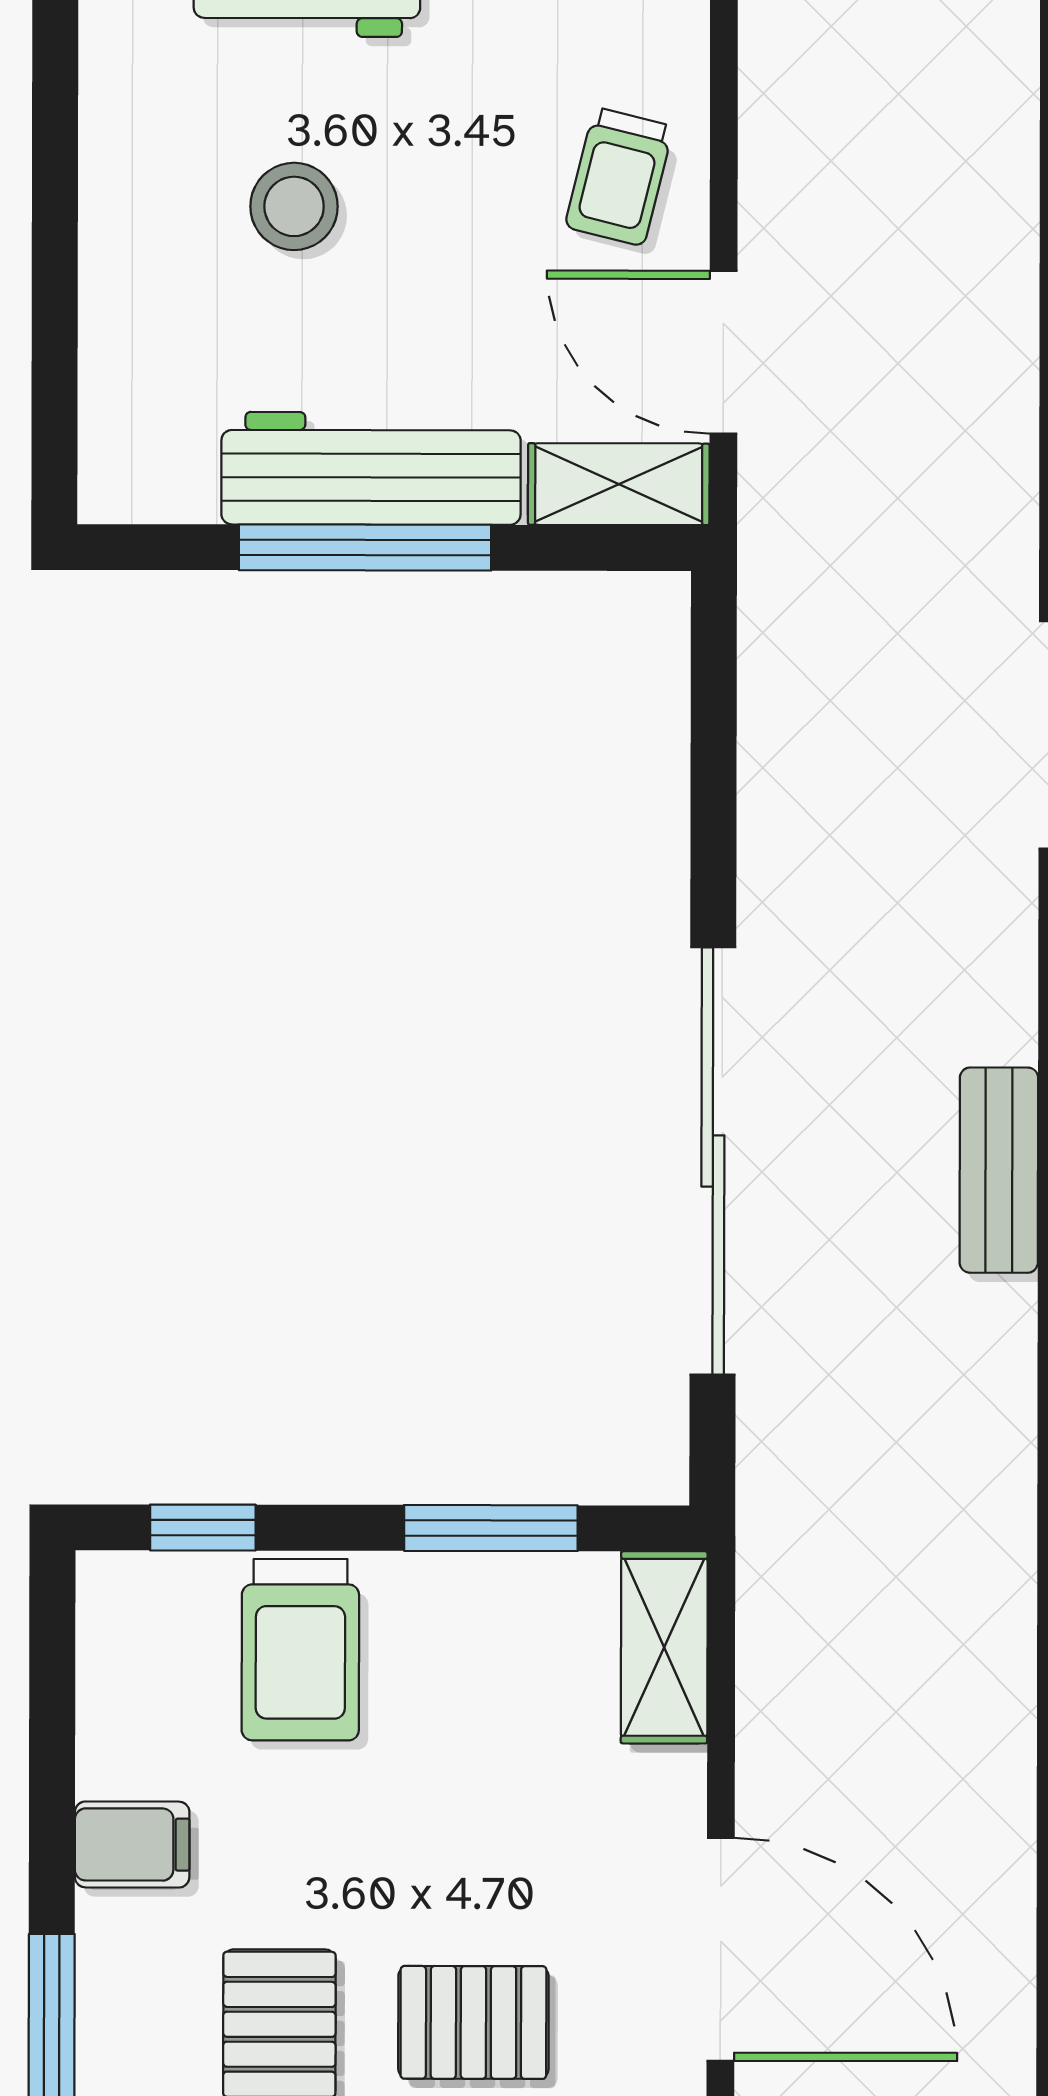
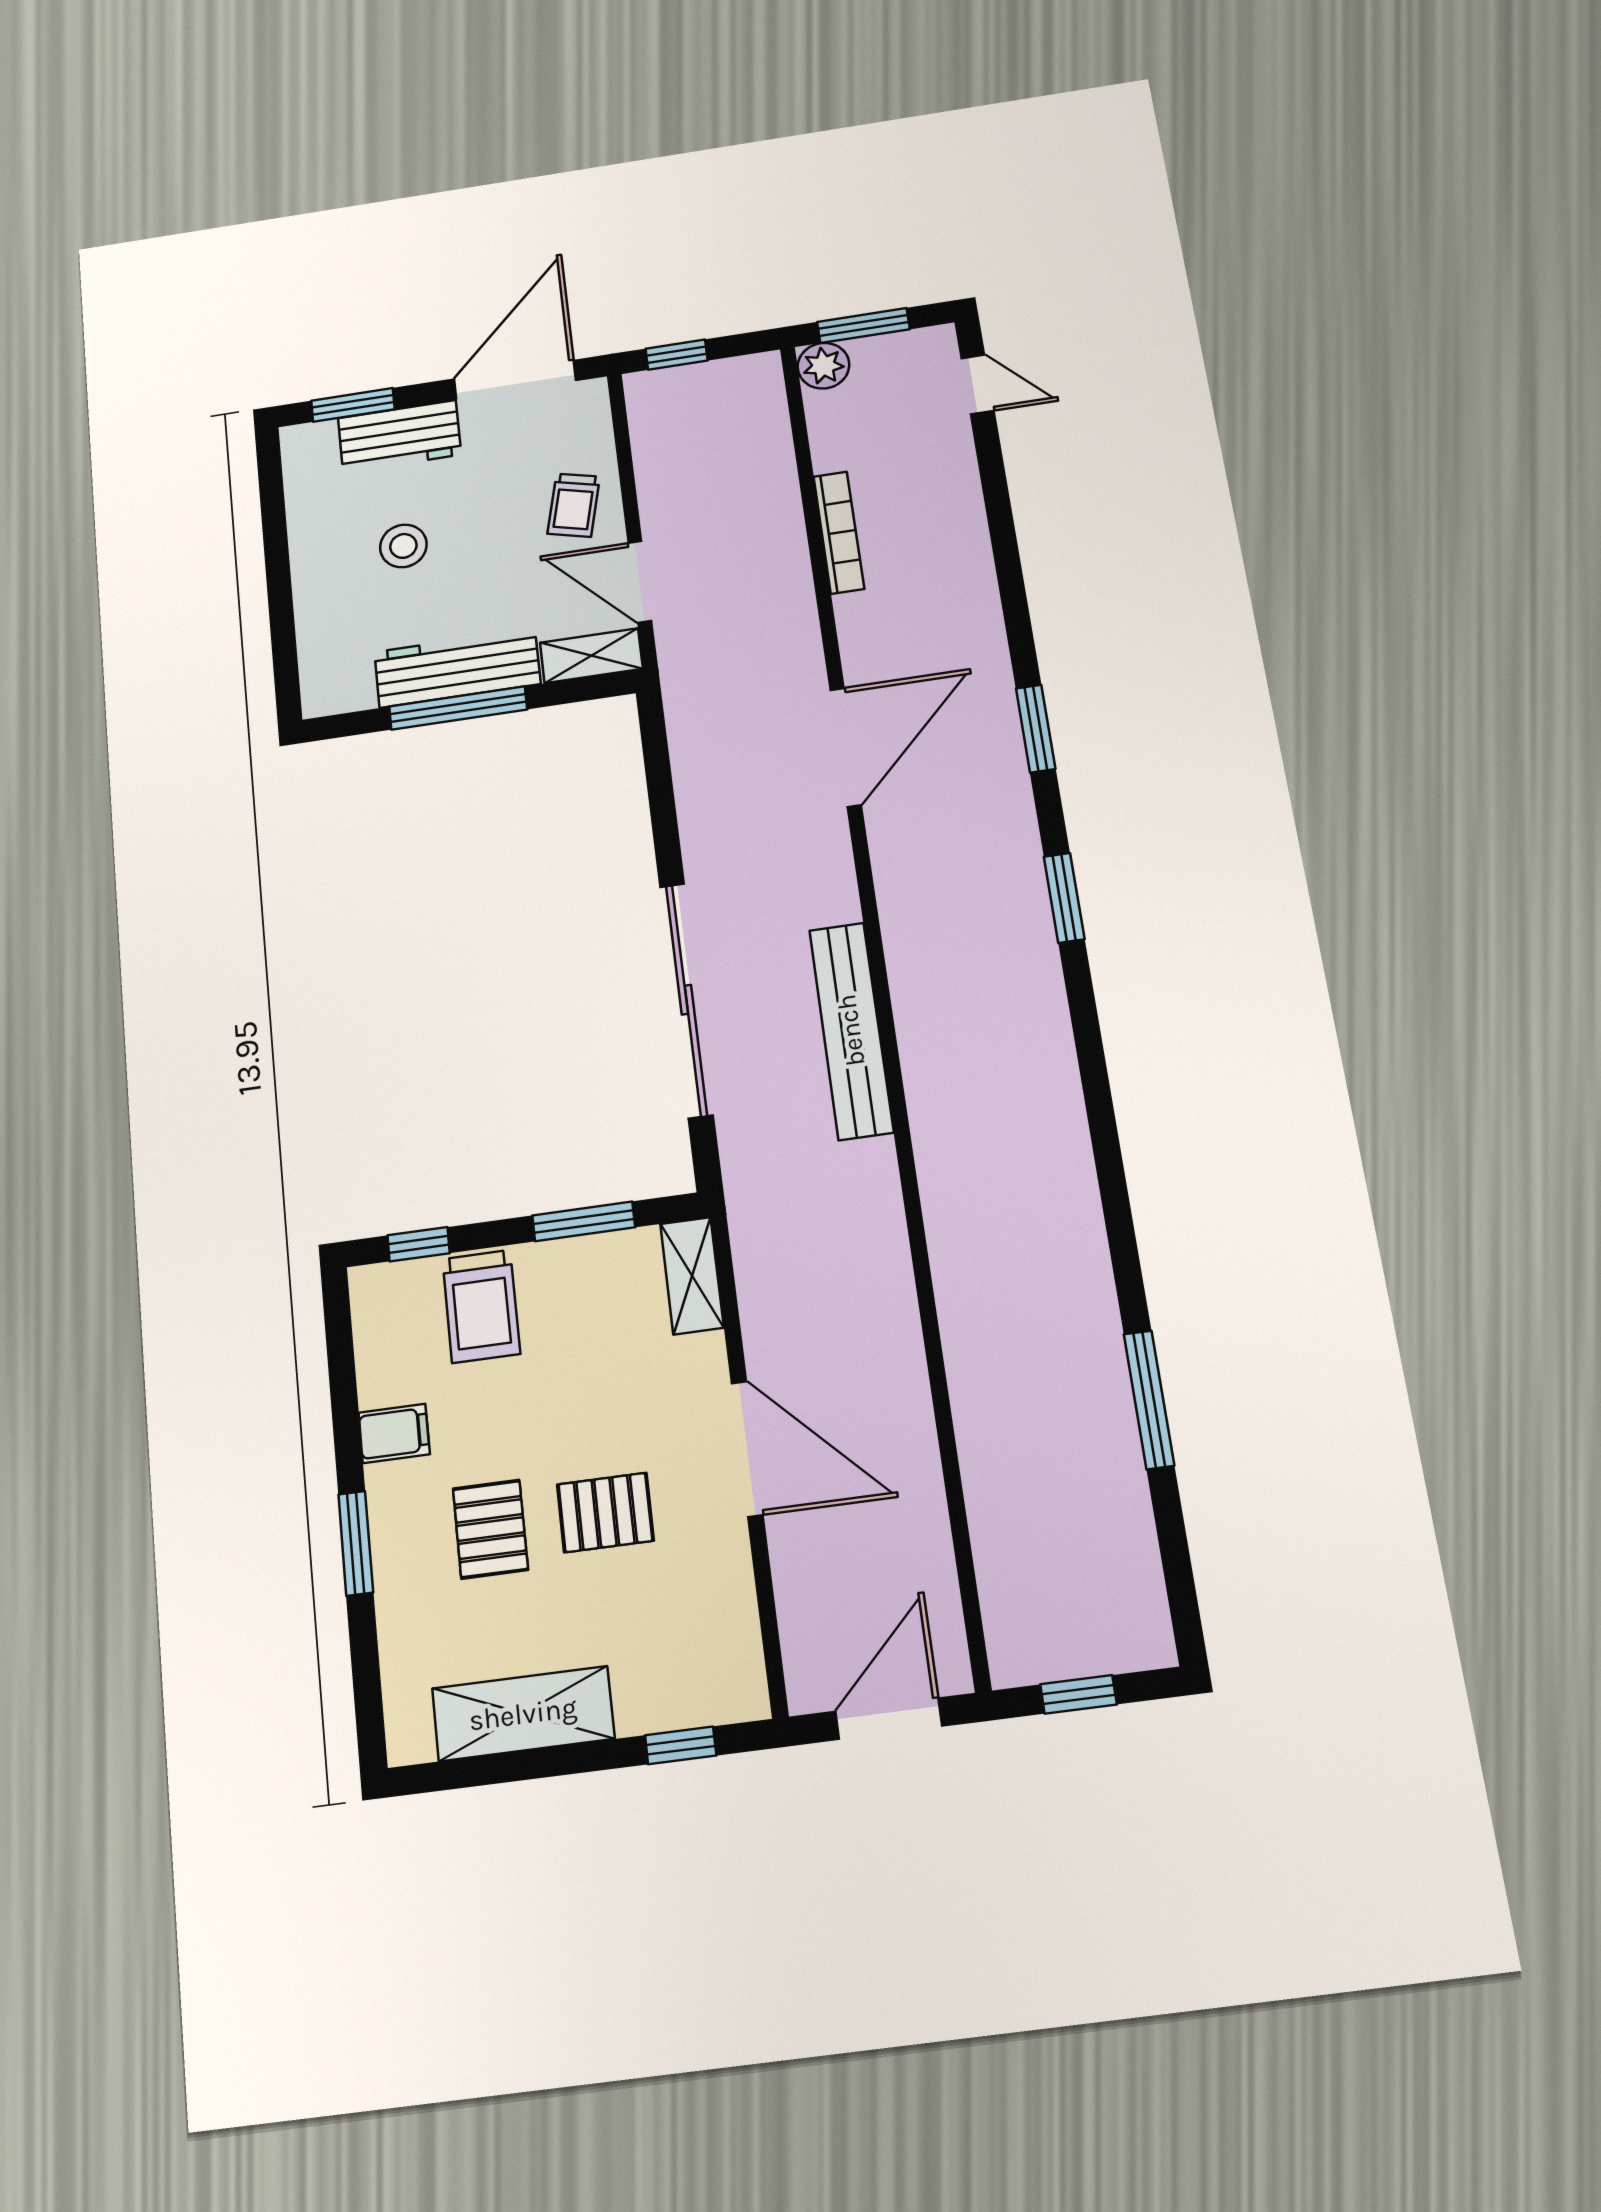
bench: (999, 1170) -> (851, 1030), width x1.86, depth x1.21

